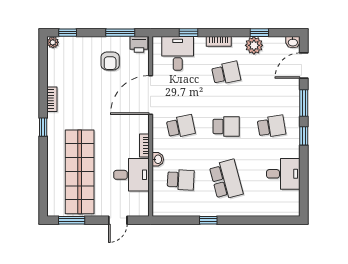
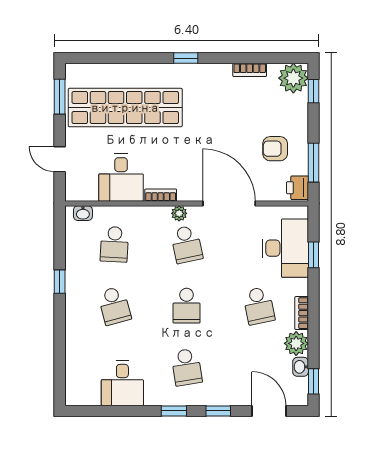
window: (259, 33) -> (313, 381), moved
bookcase: (219, 41) -> (302, 313), moved
plant: (53, 42) -> (293, 78), width x1.88, depth x1.88
washbasin: (293, 42) -> (301, 367), moved
desk: (178, 53) -> (285, 248), width x1.37
bookcase: (52, 99) -> (250, 70), moved
window: (304, 103) -> (218, 411), width x0.67
plant: (158, 132) -> (179, 213), added
washbasin: (158, 159) -> (83, 213), moved
school desk: (226, 180) -> (114, 306), width x0.54

